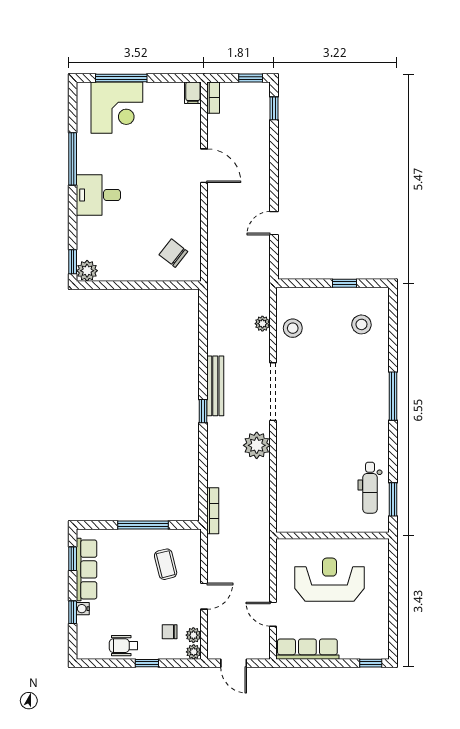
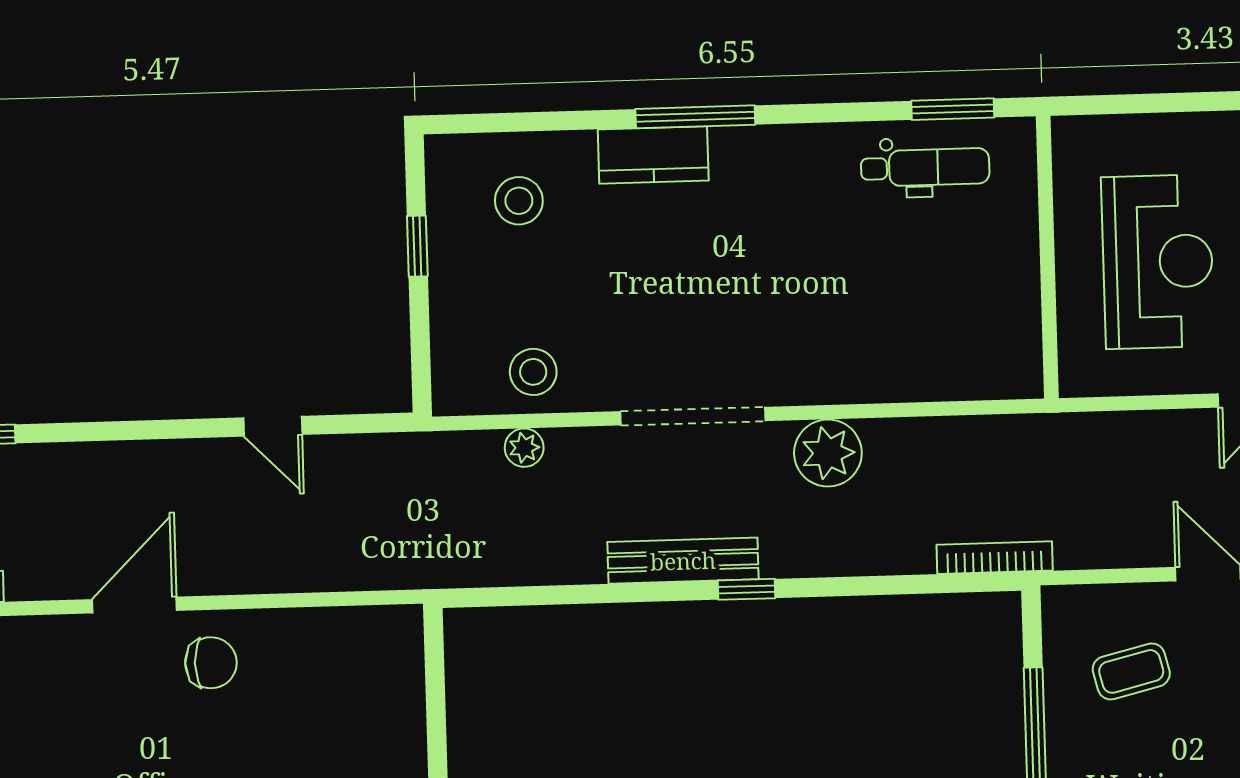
chair: (173, 253) -> (211, 663), moved, turned -128
kitchen counter: (378, 379) -> (653, 155), added
reception desk: (329, 580) -> (1158, 262), turned 180

